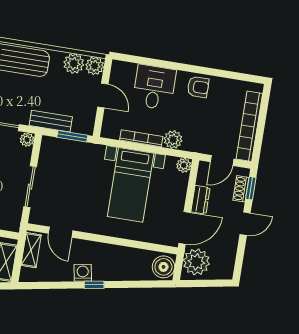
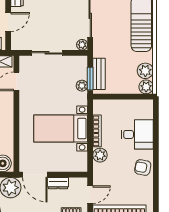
armchair: (198, 87) -> (143, 167), turned 101
door: (103, 95) -> (125, 97), removed
bench: (51, 121) -> (99, 74), moved
door: (222, 160) -> (90, 195), swing flipped
plant: (184, 165) -> (82, 86), moved

